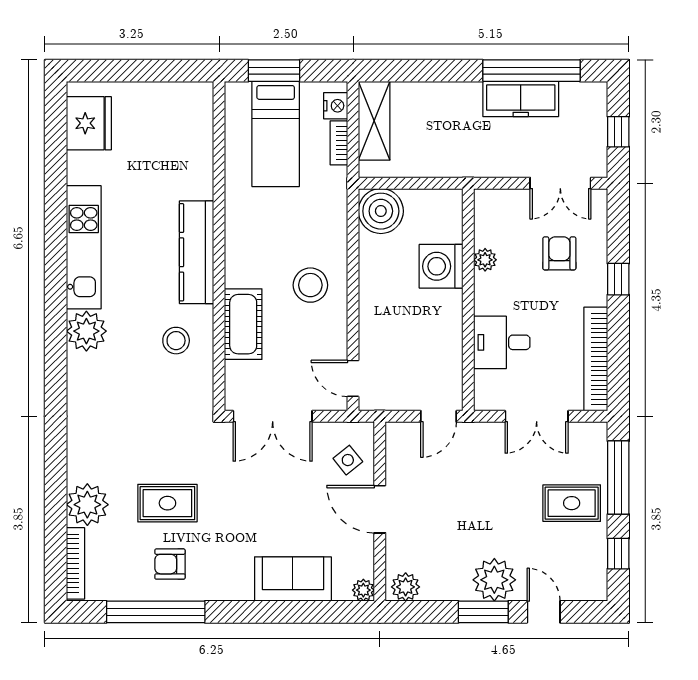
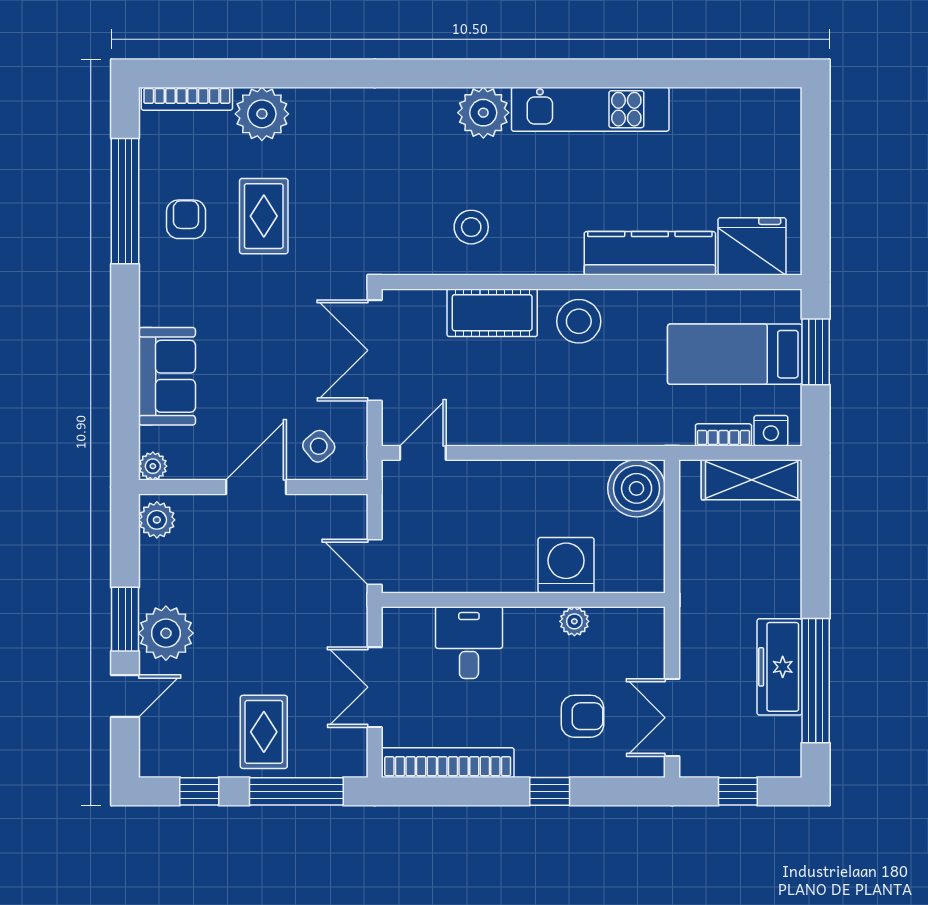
fridge: (89, 123) -> (752, 246), moved, turned 180
kitchen counter: (197, 252) -> (650, 253), moved
stool: (310, 285) -> (579, 321), moved

